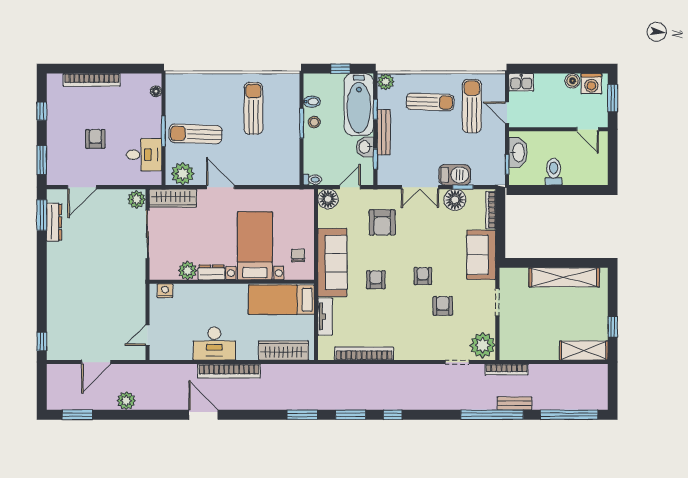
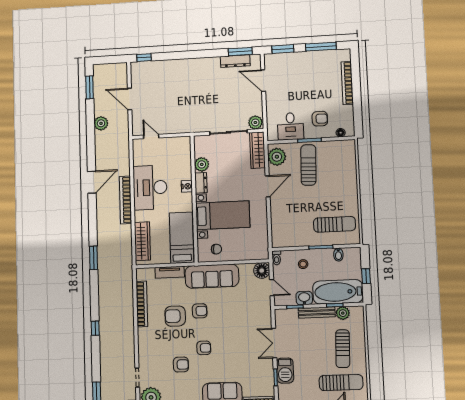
plant: (386, 82) -> (343, 313), moved
sun lounger: (253, 108) -> (334, 224), moved
window: (42, 111) -> (321, 47), width x2.17
stool: (314, 122) -> (303, 264), moved
armchair: (95, 139) -> (320, 119), moved
floor lamp: (455, 200) -> (265, 371), removed
armchair: (382, 222) -> (175, 316), moved
nightstand: (165, 291) -> (187, 186), moved
desk: (214, 344) -> (150, 188), width x1.36, depth x1.30
window: (350, 415) -> (94, 295), removed

